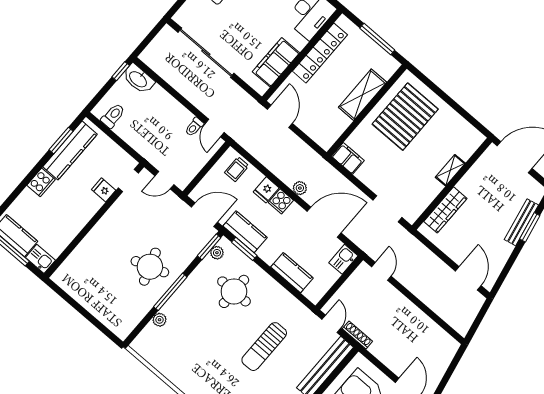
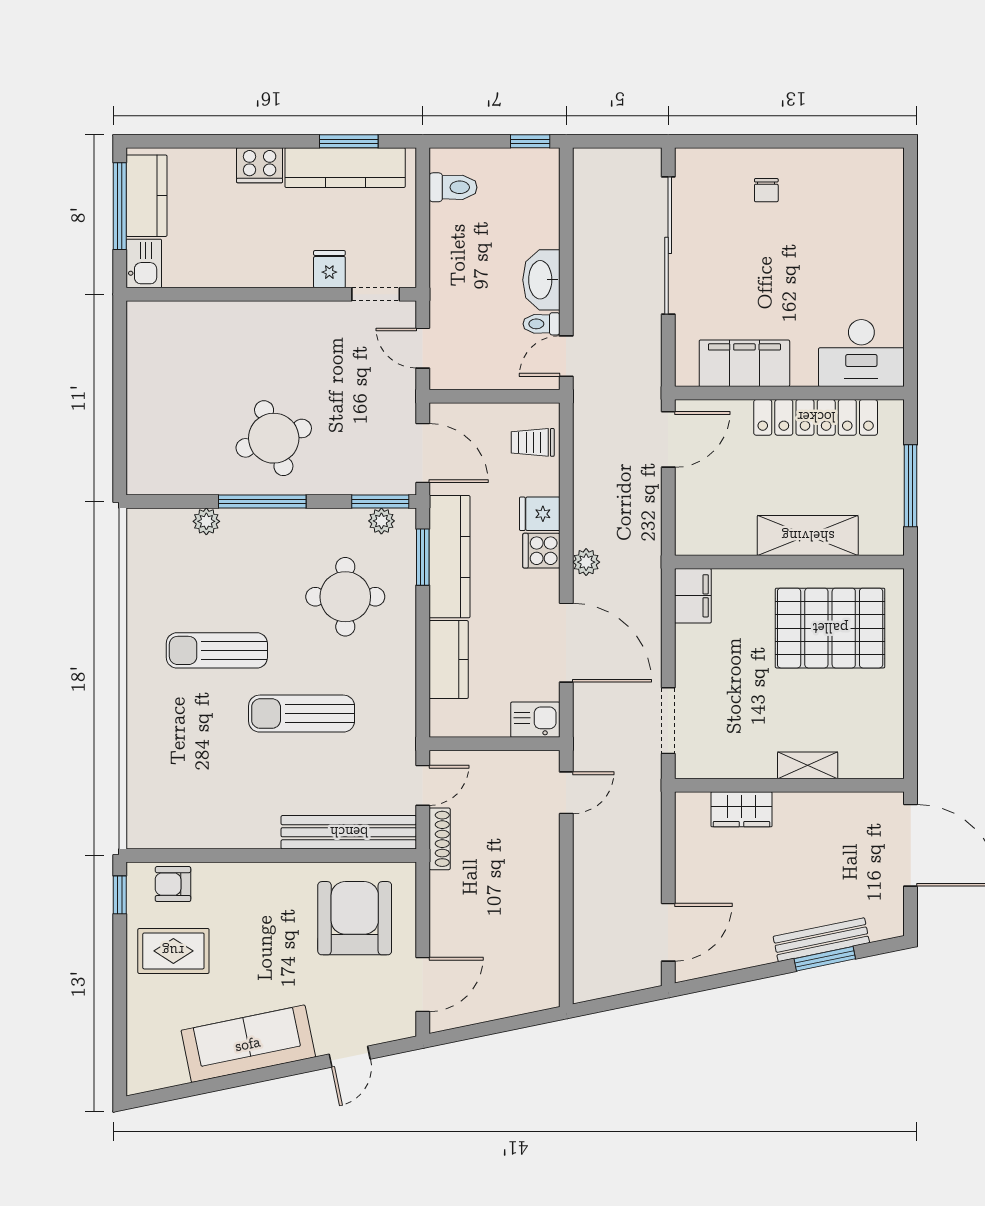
washbasin: (138, 79) -> (541, 280), moved
wardrobe: (445, 210) -> (742, 809), width x0.67
kitchen counter: (245, 232) -> (449, 557), width x1.50
sun lounger: (212, 358) -> (217, 650), added

